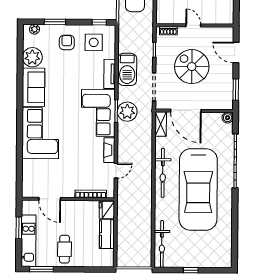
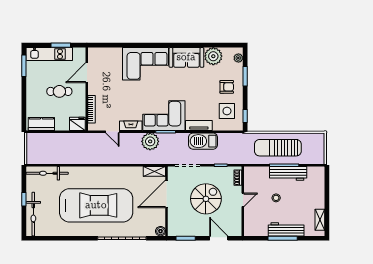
door: (236, 53) -> (219, 238), hinge flipped
plant: (127, 112) -> (150, 141), moved
bicycle: (163, 173) -> (33, 214), moved, turned -90
car: (198, 190) -> (96, 205), turned 180
kitchen counter: (107, 234) -> (41, 124), moved
cafe table: (64, 249) -> (59, 91), moved

